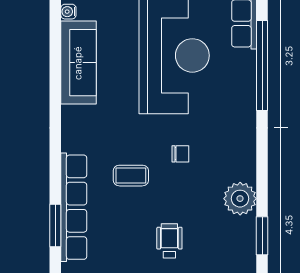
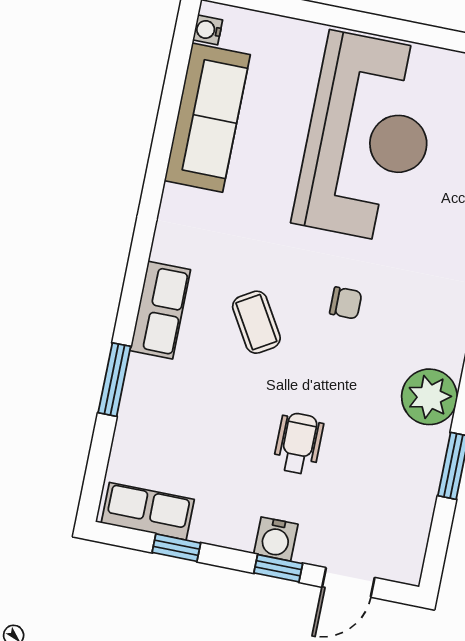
coffee table: (131, 176) -> (256, 322), turned 59
row of seats: (74, 207) -> (160, 310), width x0.50

